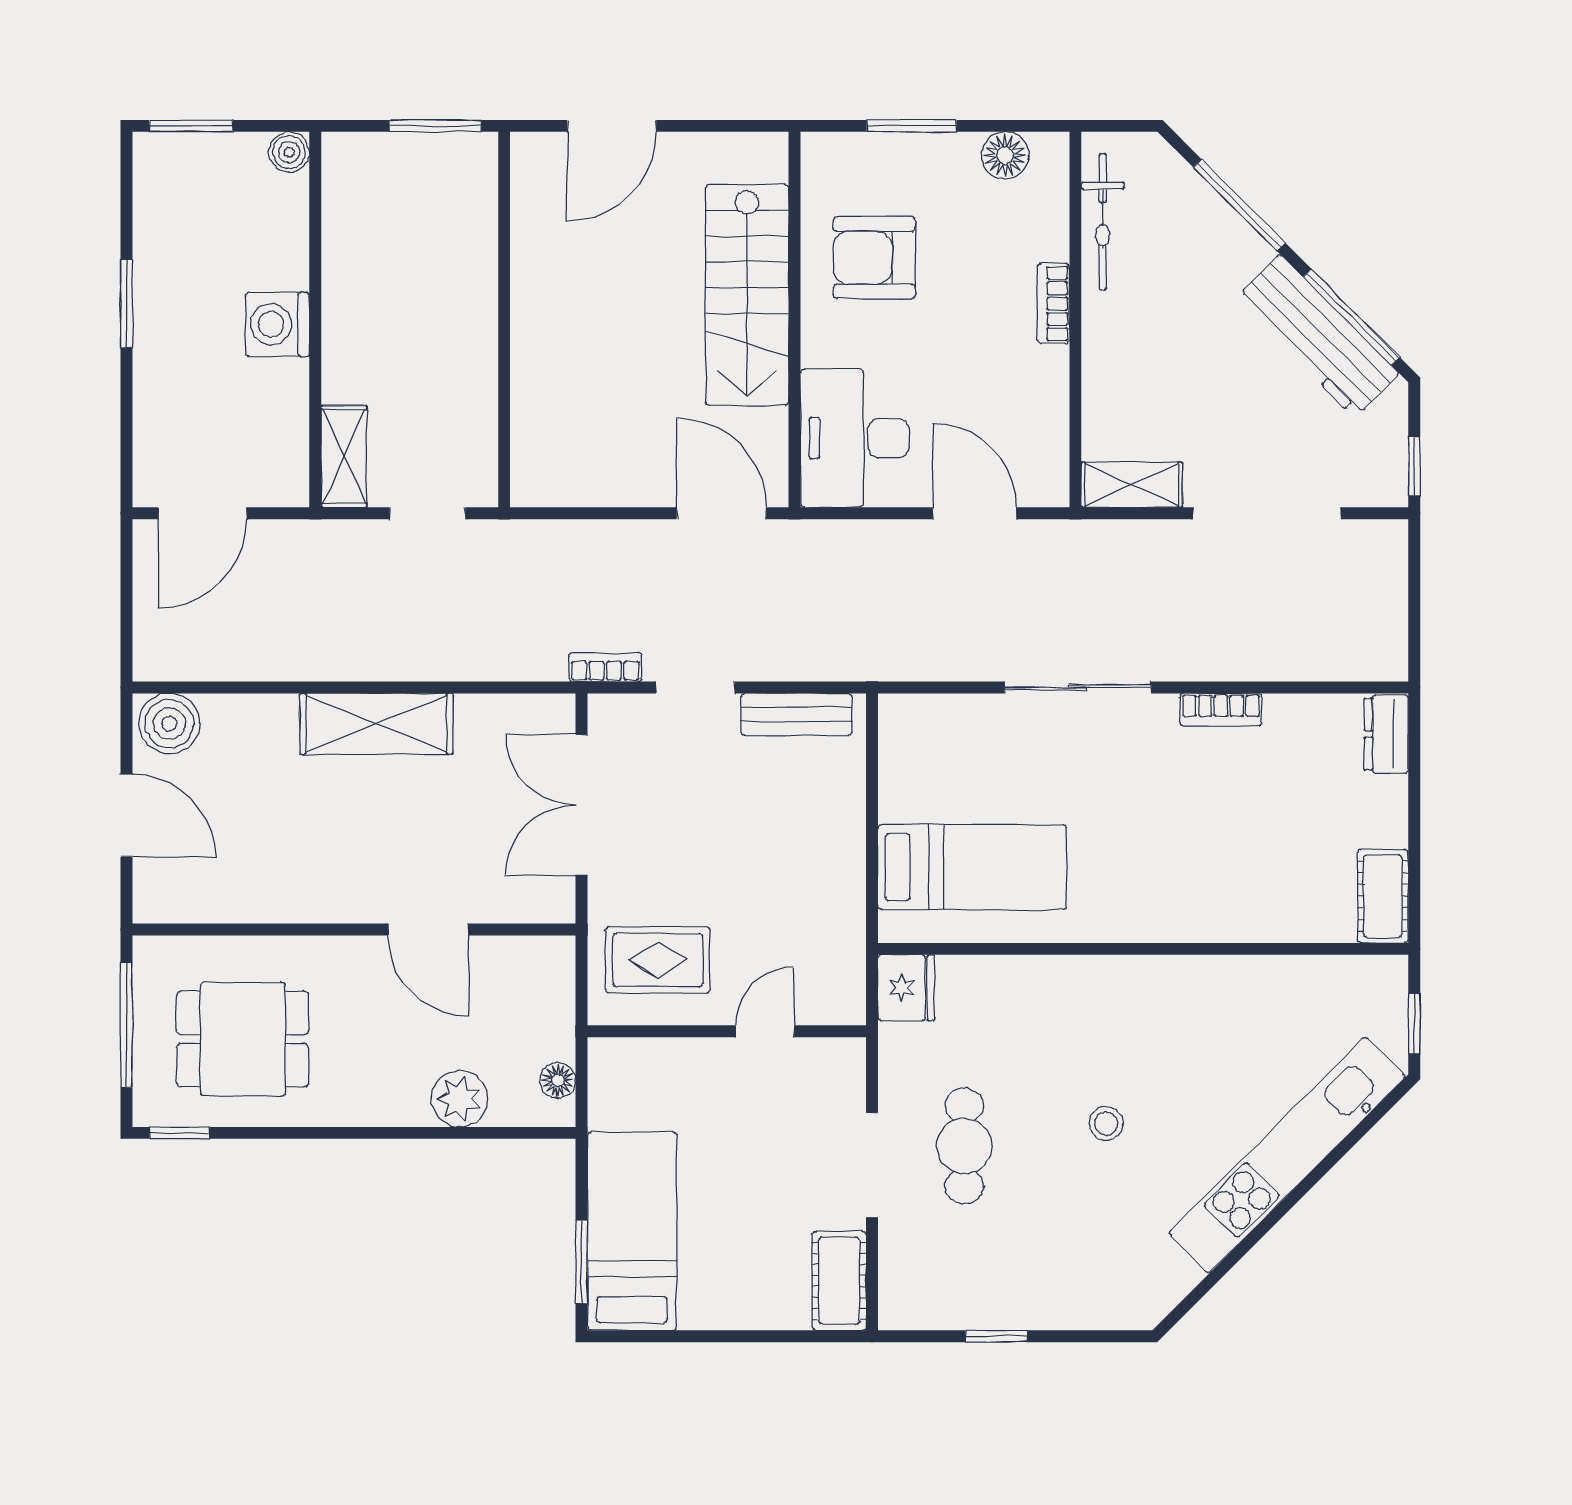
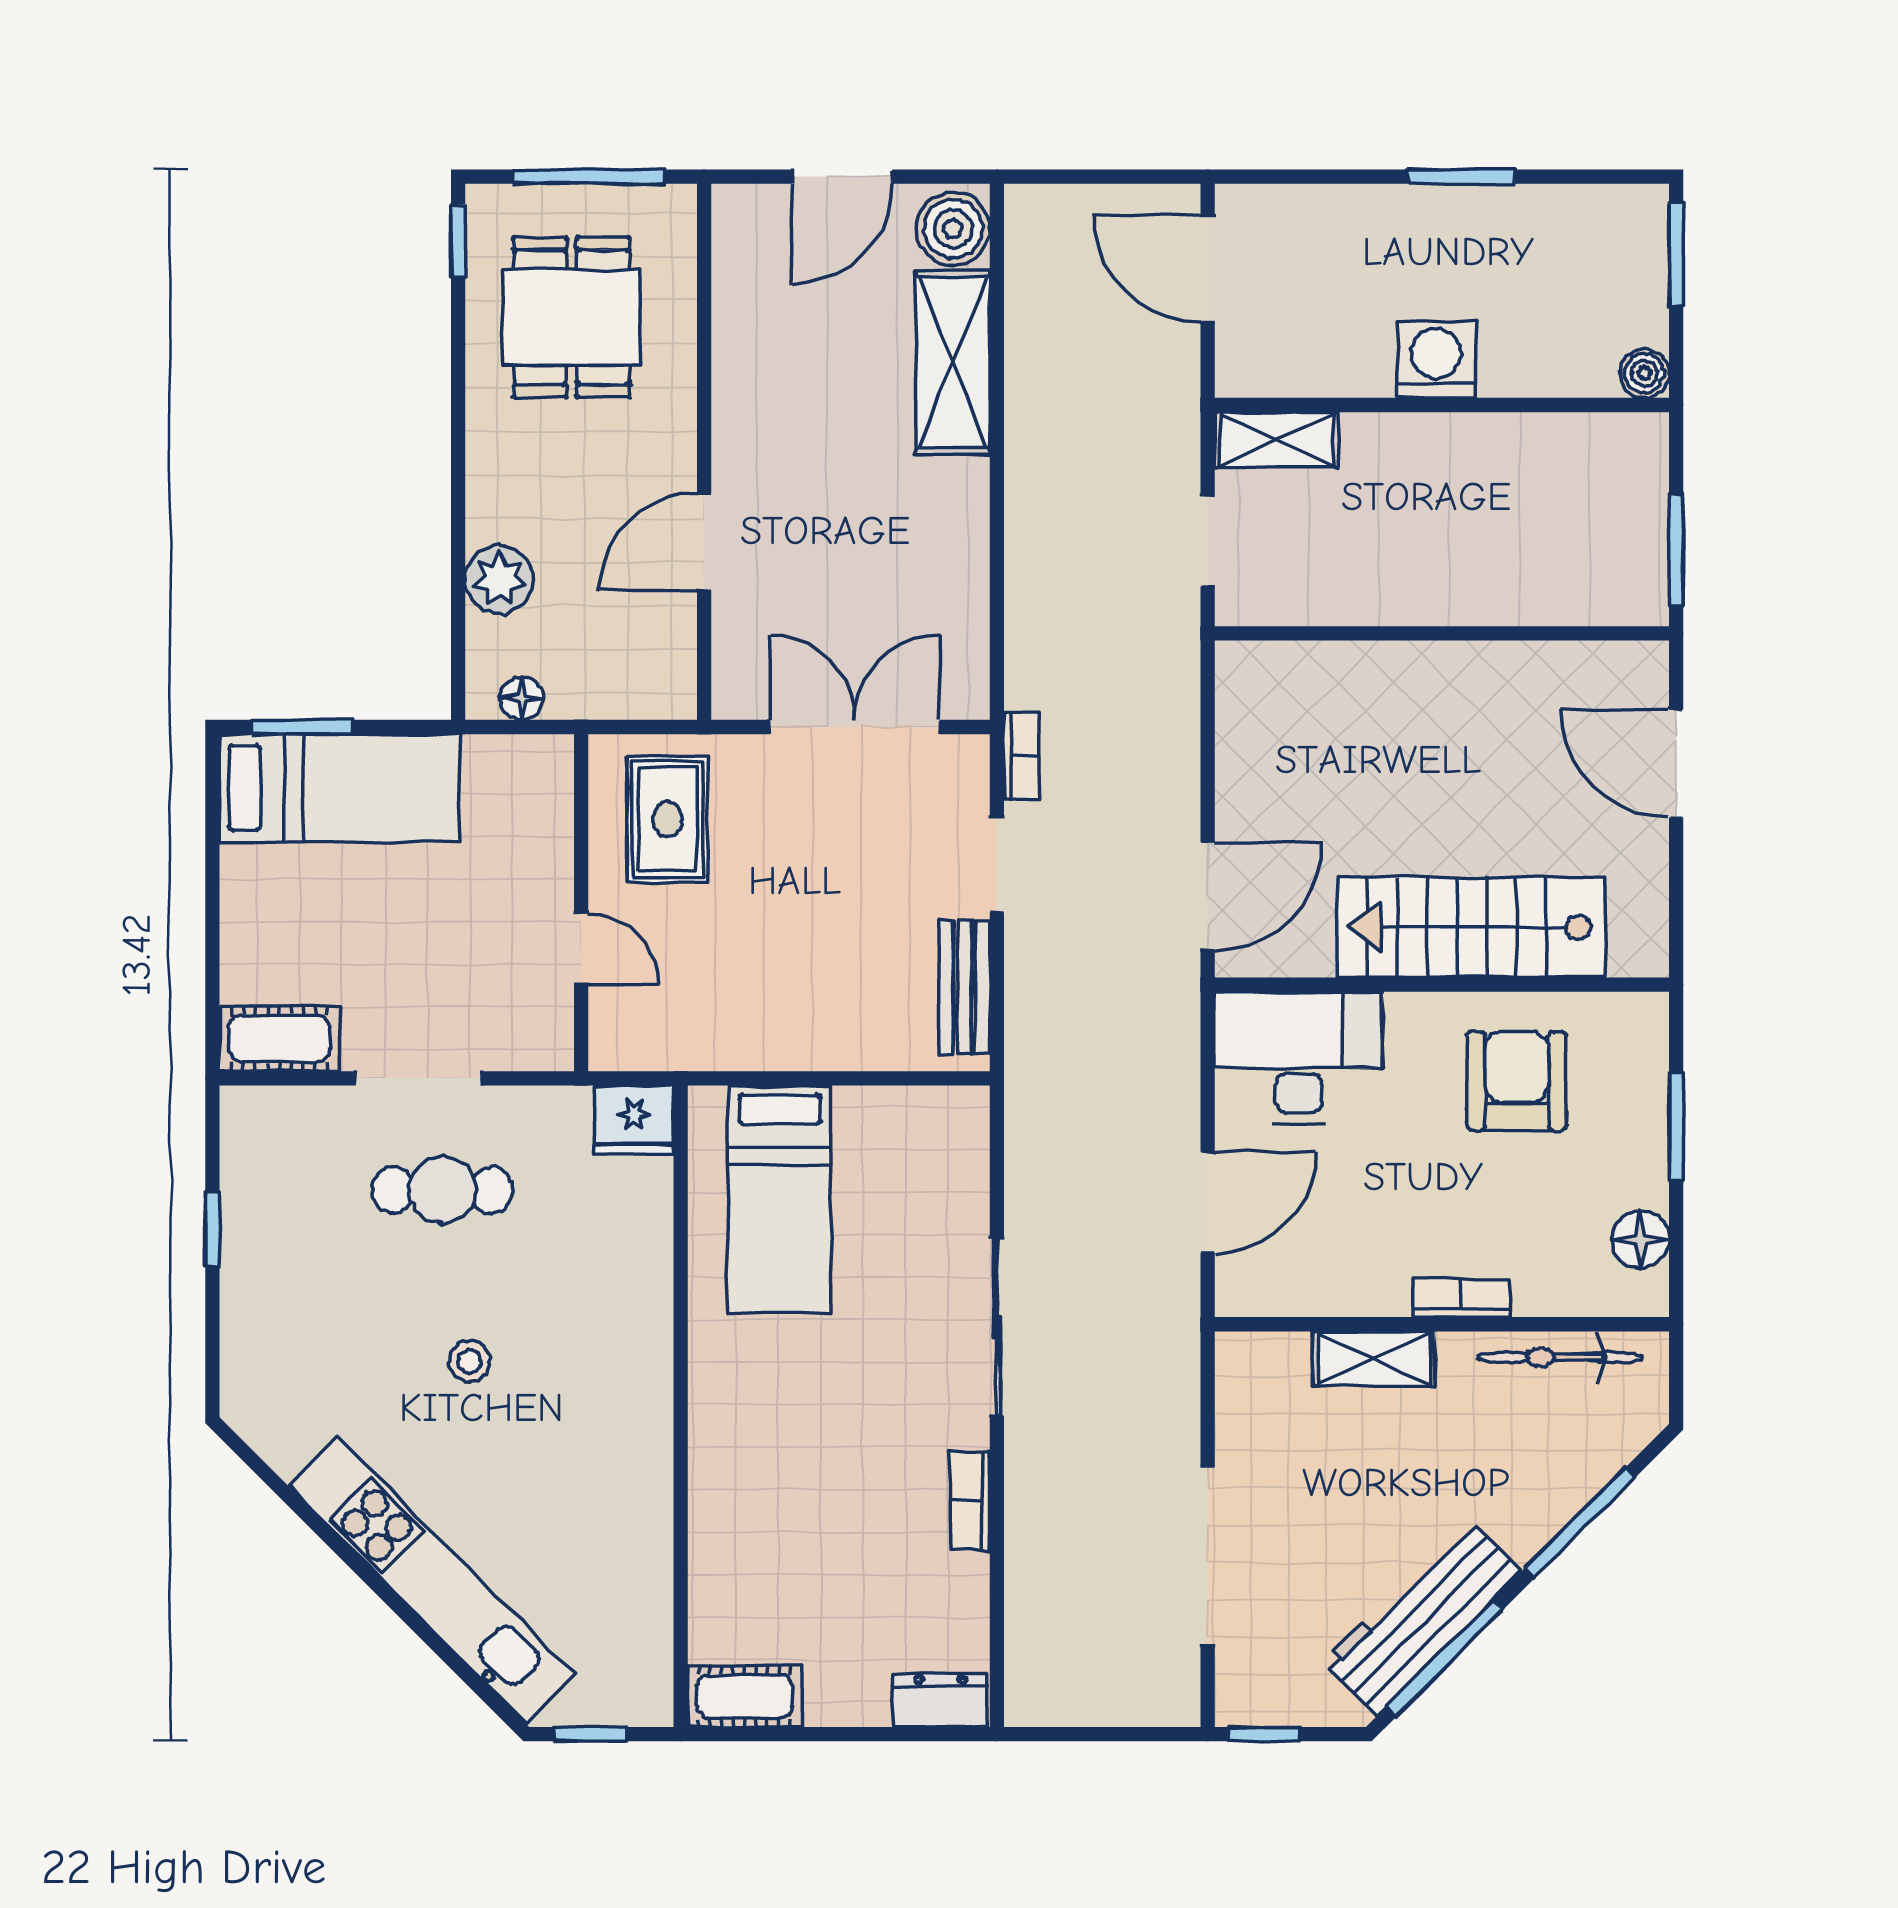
shelving: (1132, 485) -> (1374, 1359), moved, turned 90
shelving: (376, 724) -> (953, 362), moved

